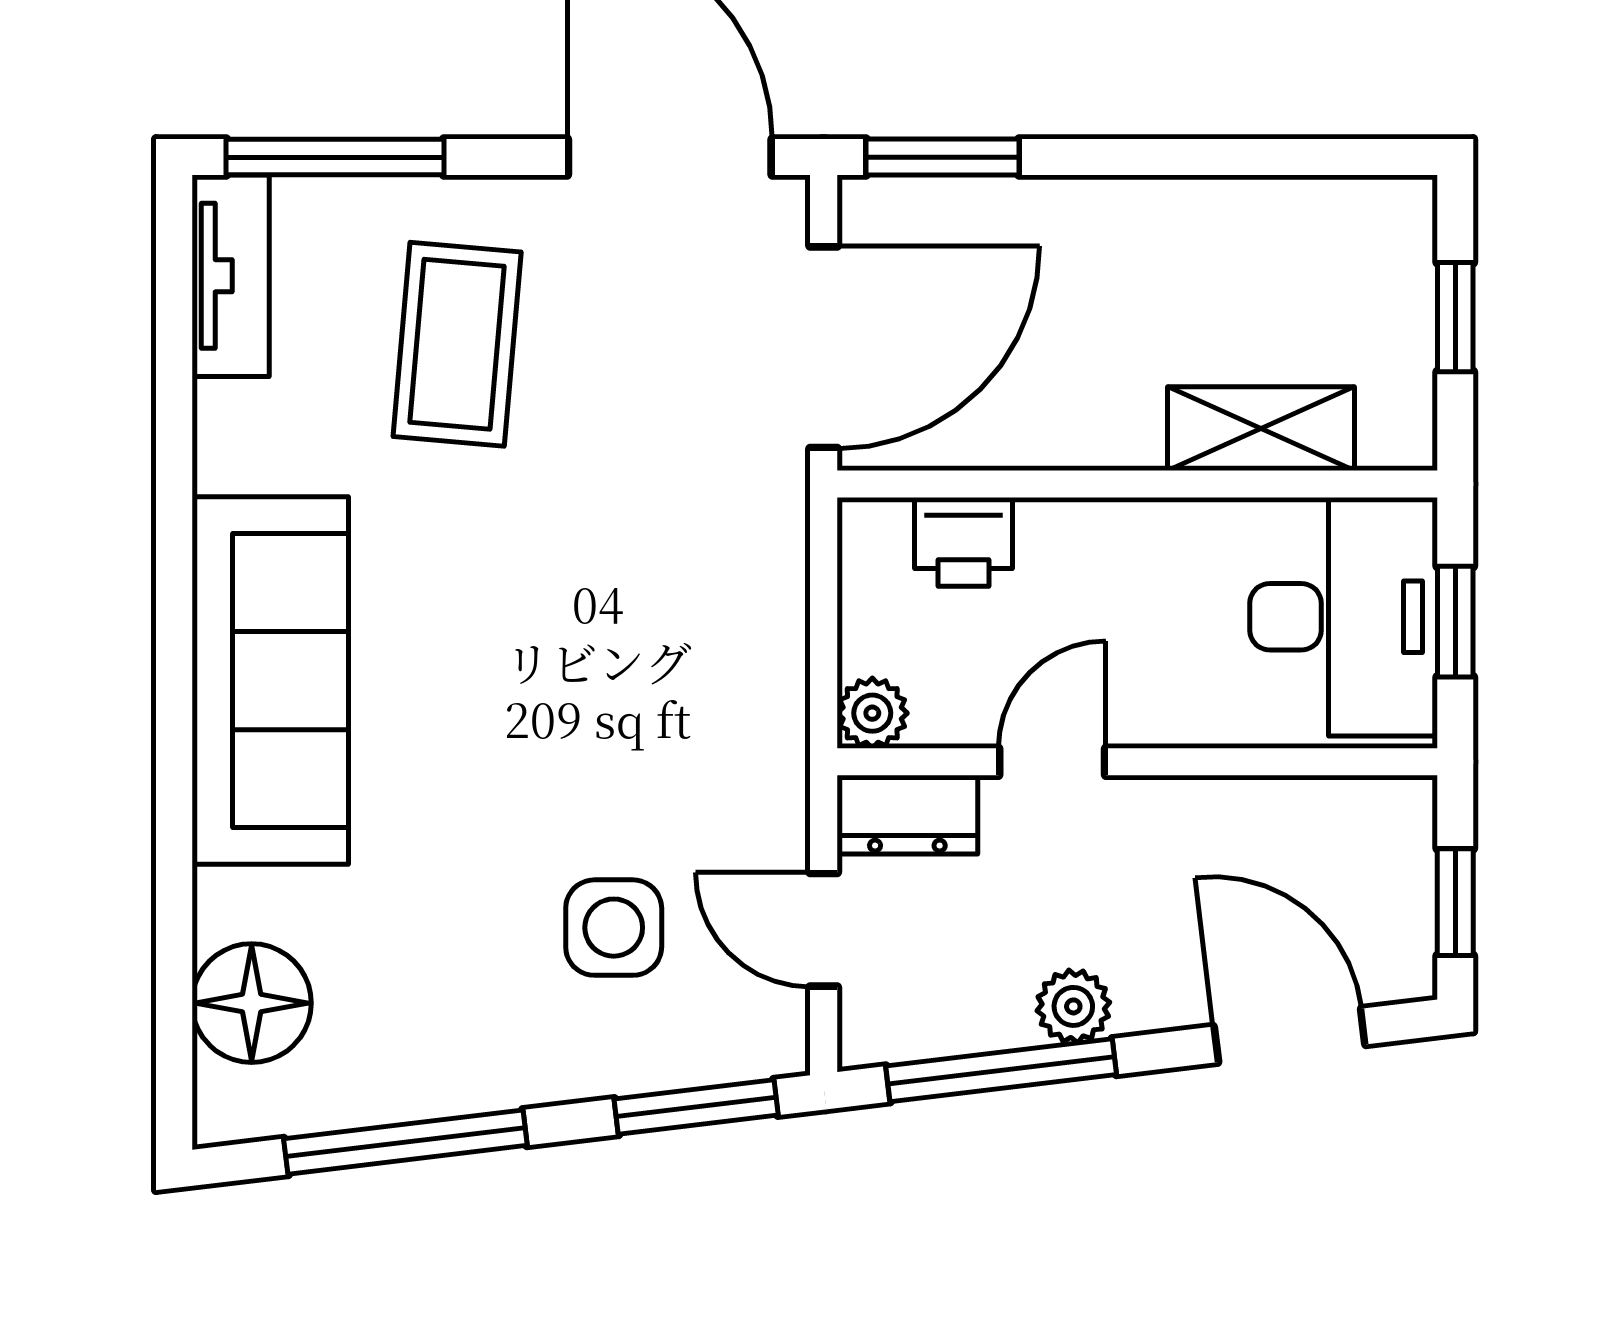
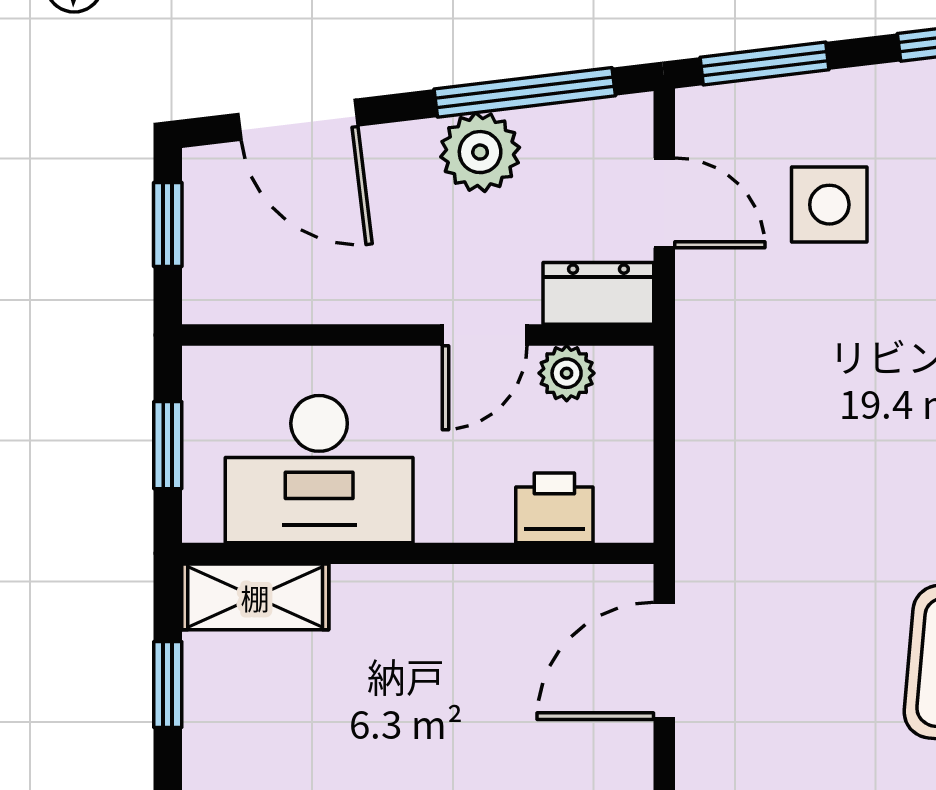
door: (824, 347) -> (664, 661), width x0.73
shelving: (1261, 429) -> (255, 597), moved
desk: (1344, 617) -> (319, 469), moved, turned -90
plant: (872, 713) -> (567, 373), moved
plant: (1073, 1006) -> (480, 152), width x1.38, depth x1.38

